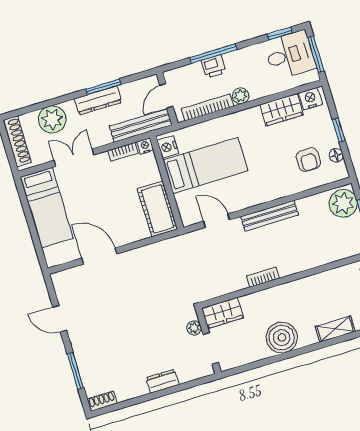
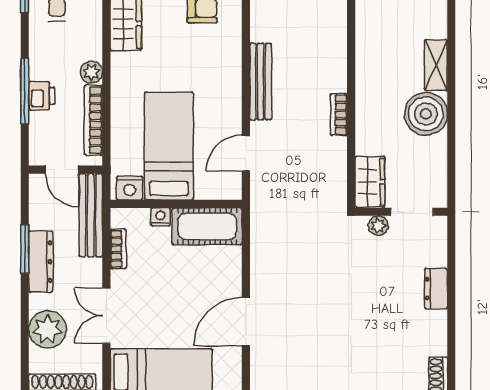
nightstand: (145, 146) -> (160, 217), moved, turned 90
shelving: (335, 329) -> (436, 65), moved

